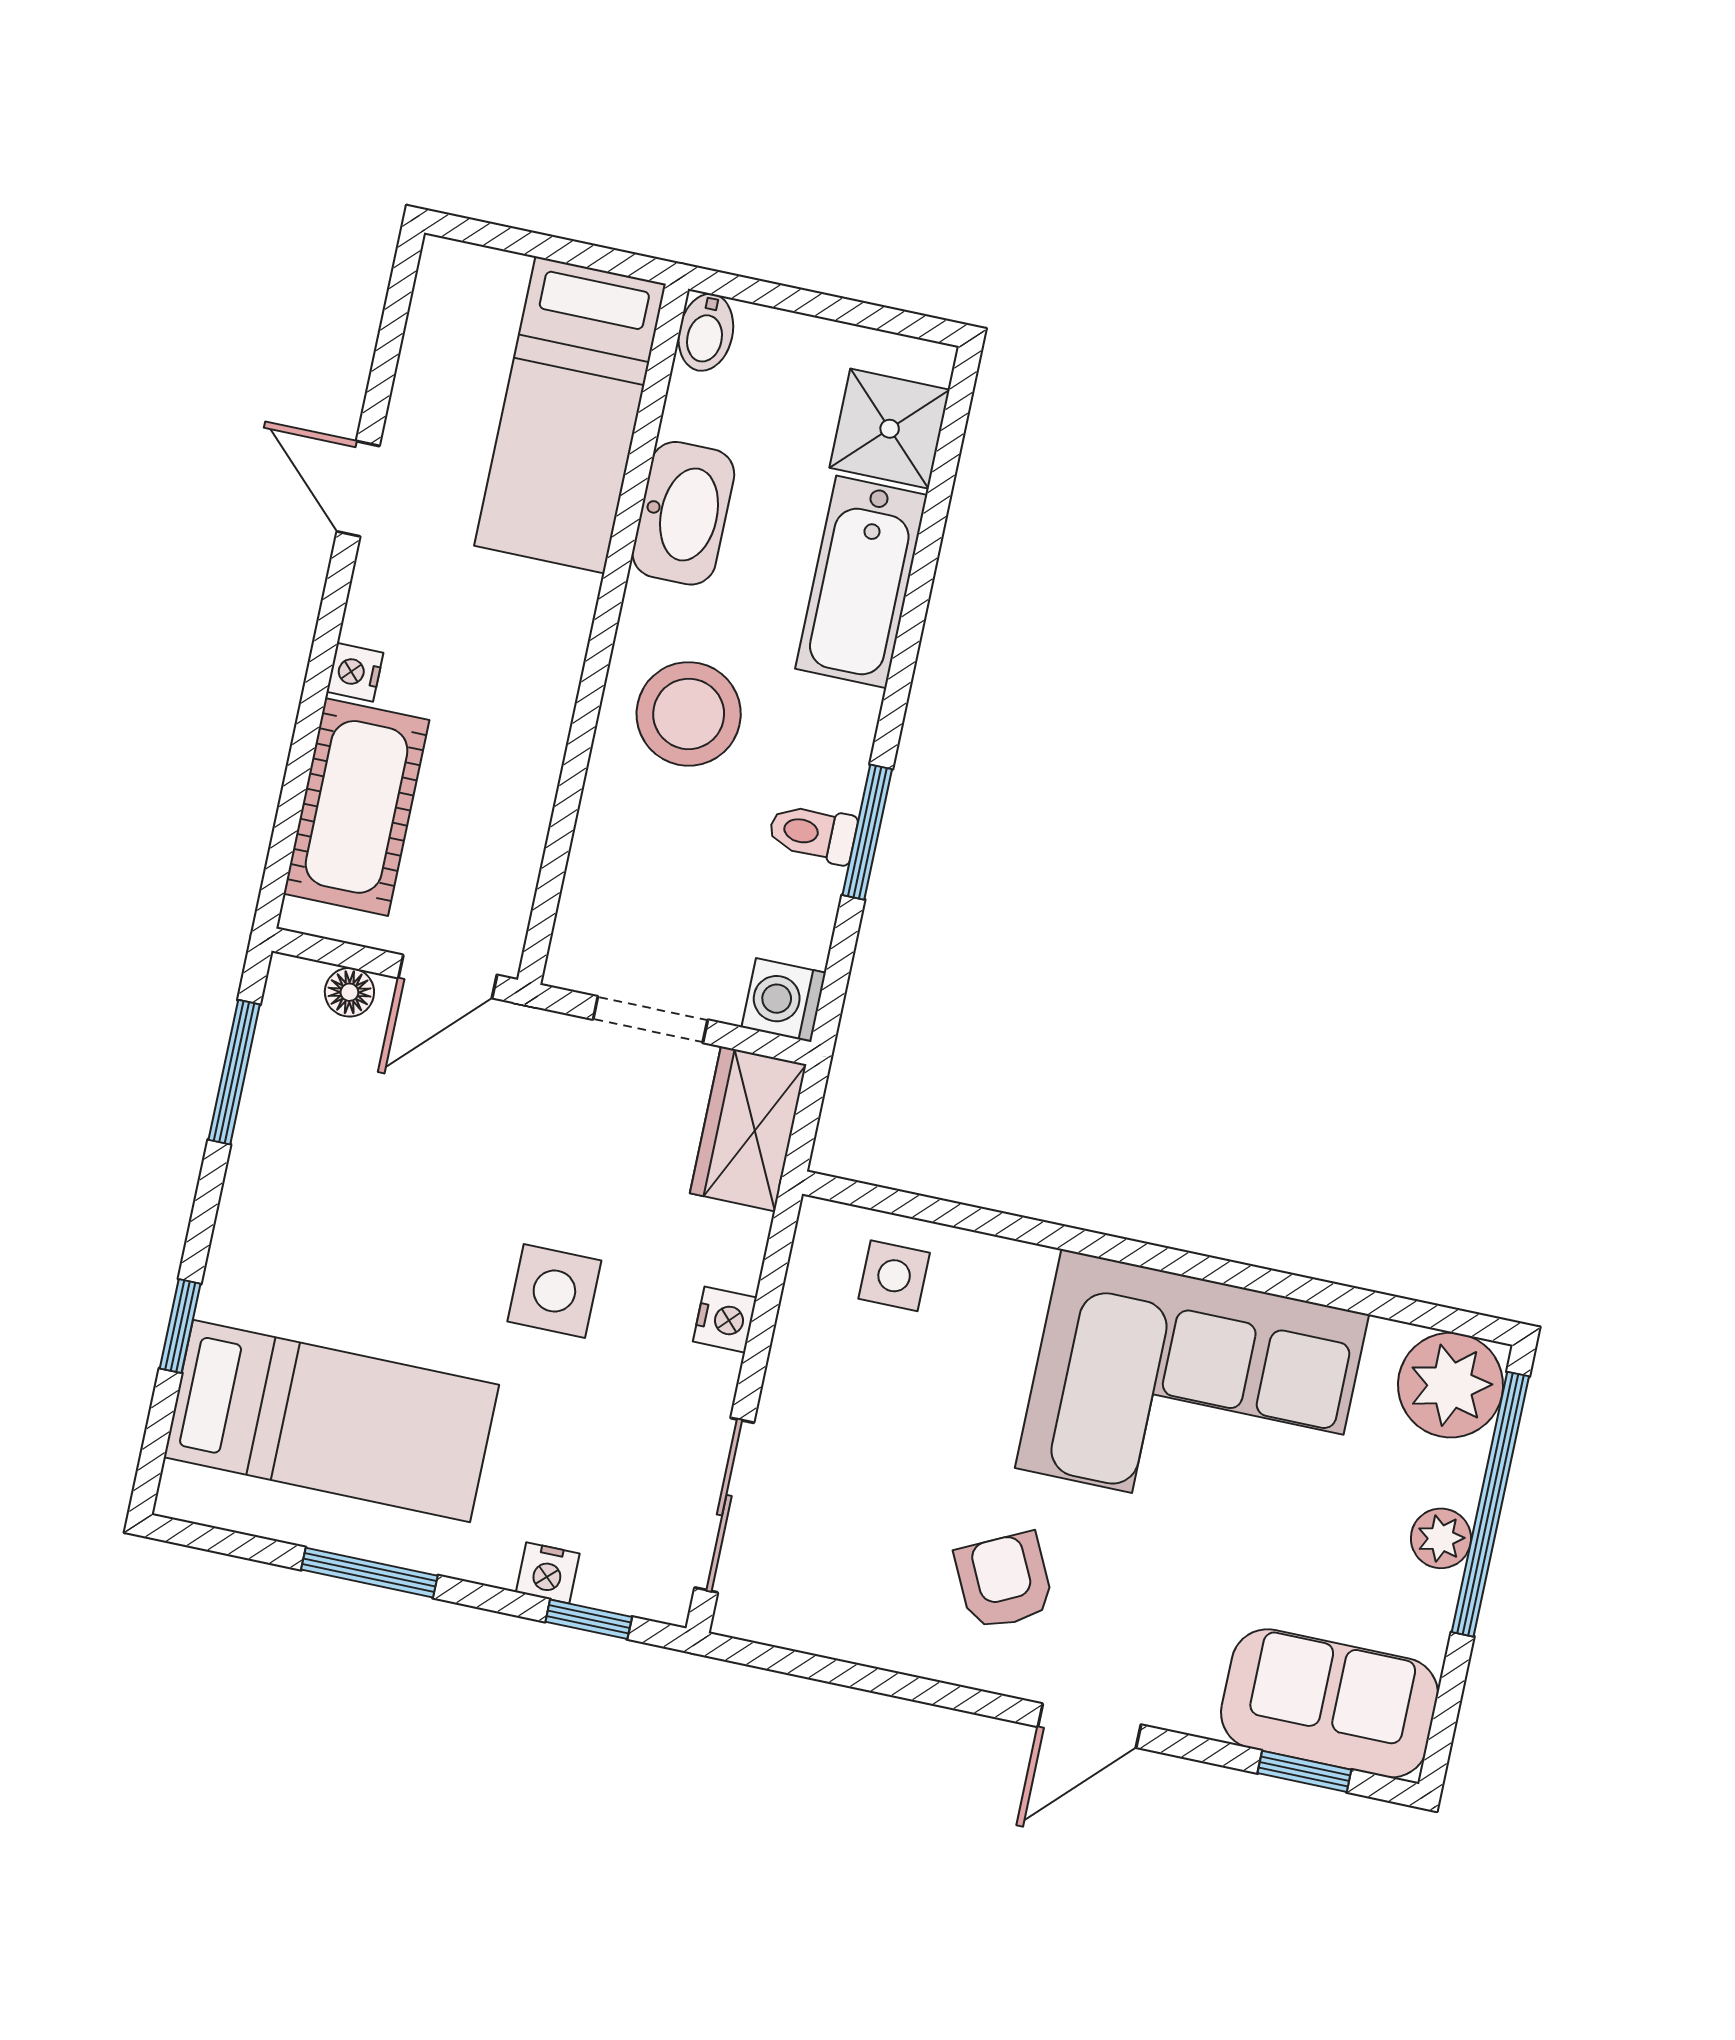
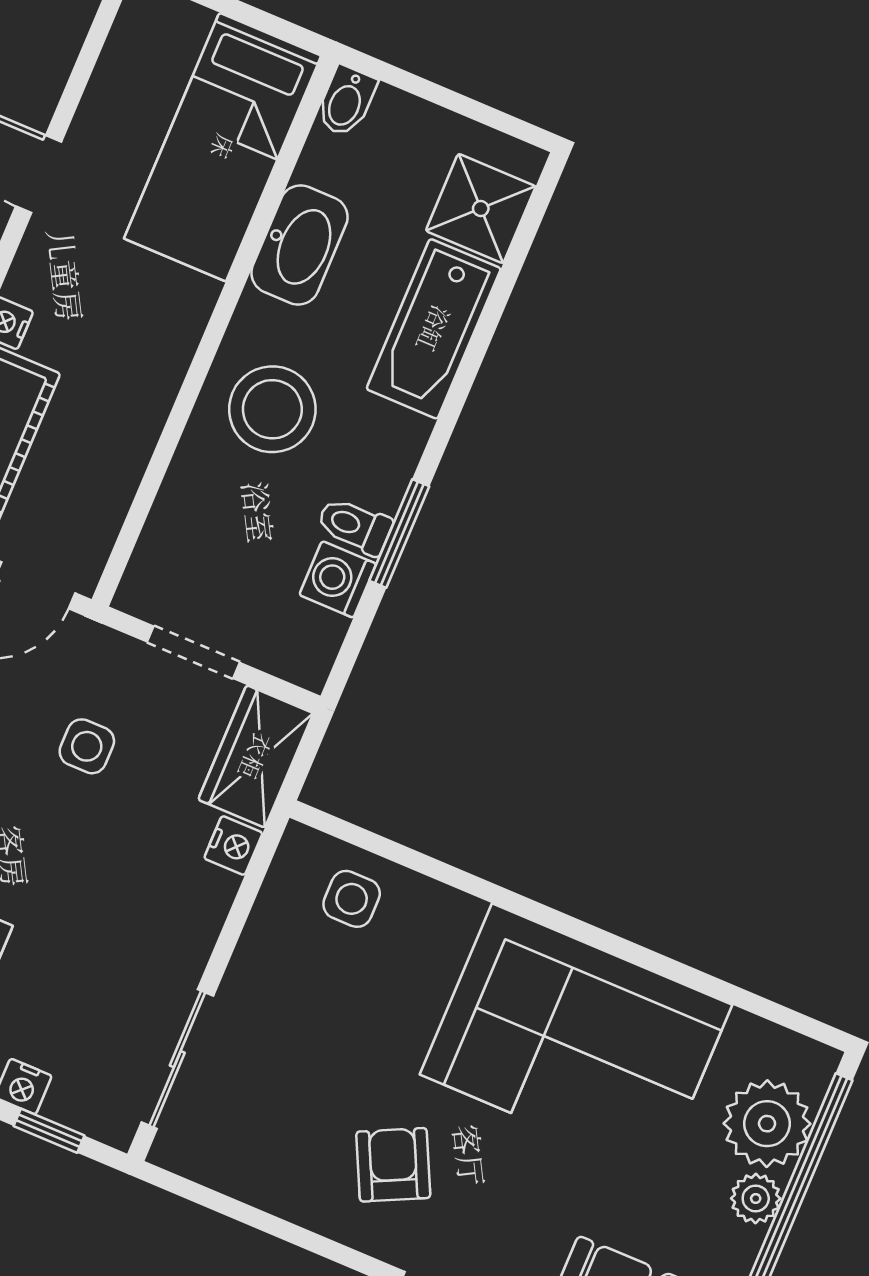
washing machine: (784, 1000) -> (338, 579), moved
side table: (554, 1291) -> (87, 746), moved, width x0.73, depth x0.73
nightstand: (725, 1320) -> (233, 846), moved
plant: (1451, 1385) -> (767, 1124), moved

